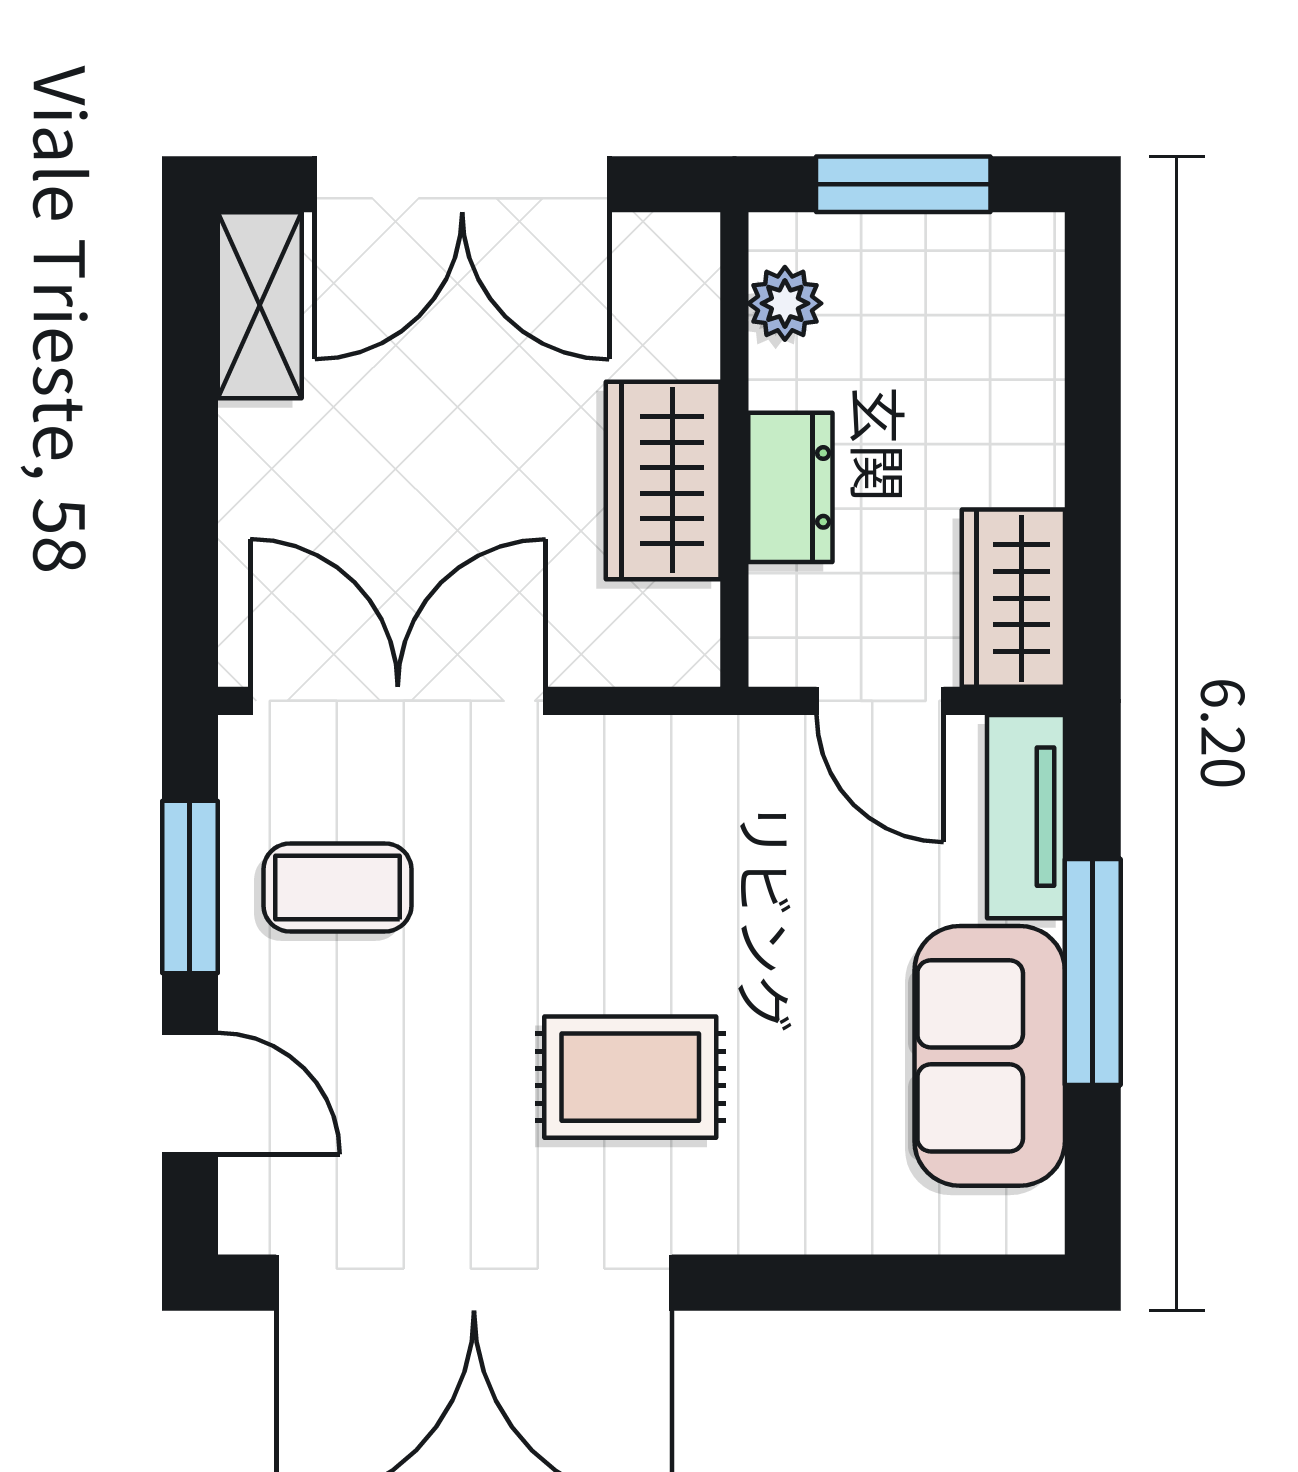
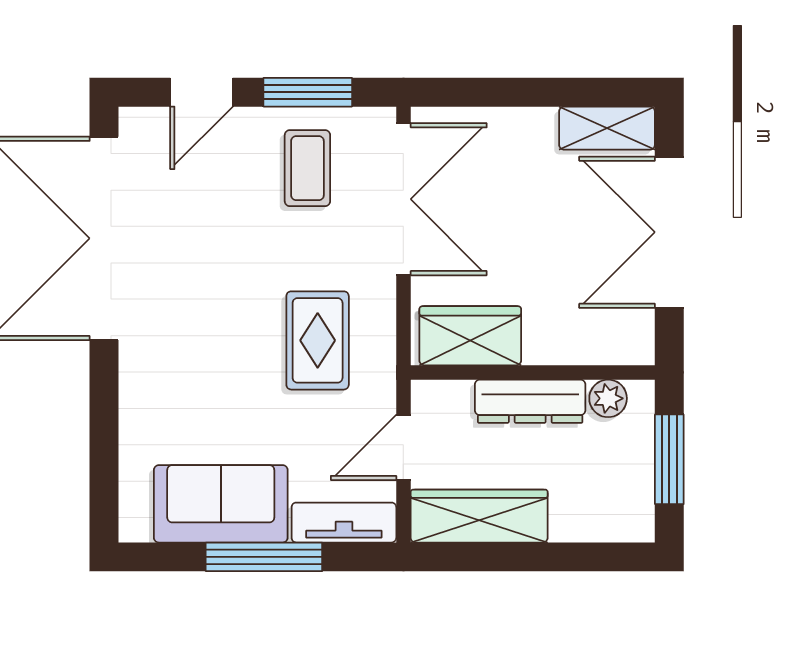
wardrobe: (663, 480) -> (470, 336), moved
dresser: (790, 487) -> (530, 401), width x1.44
wardrobe: (1013, 598) -> (479, 516), width x1.50
rug: (630, 1077) -> (318, 340), moved

